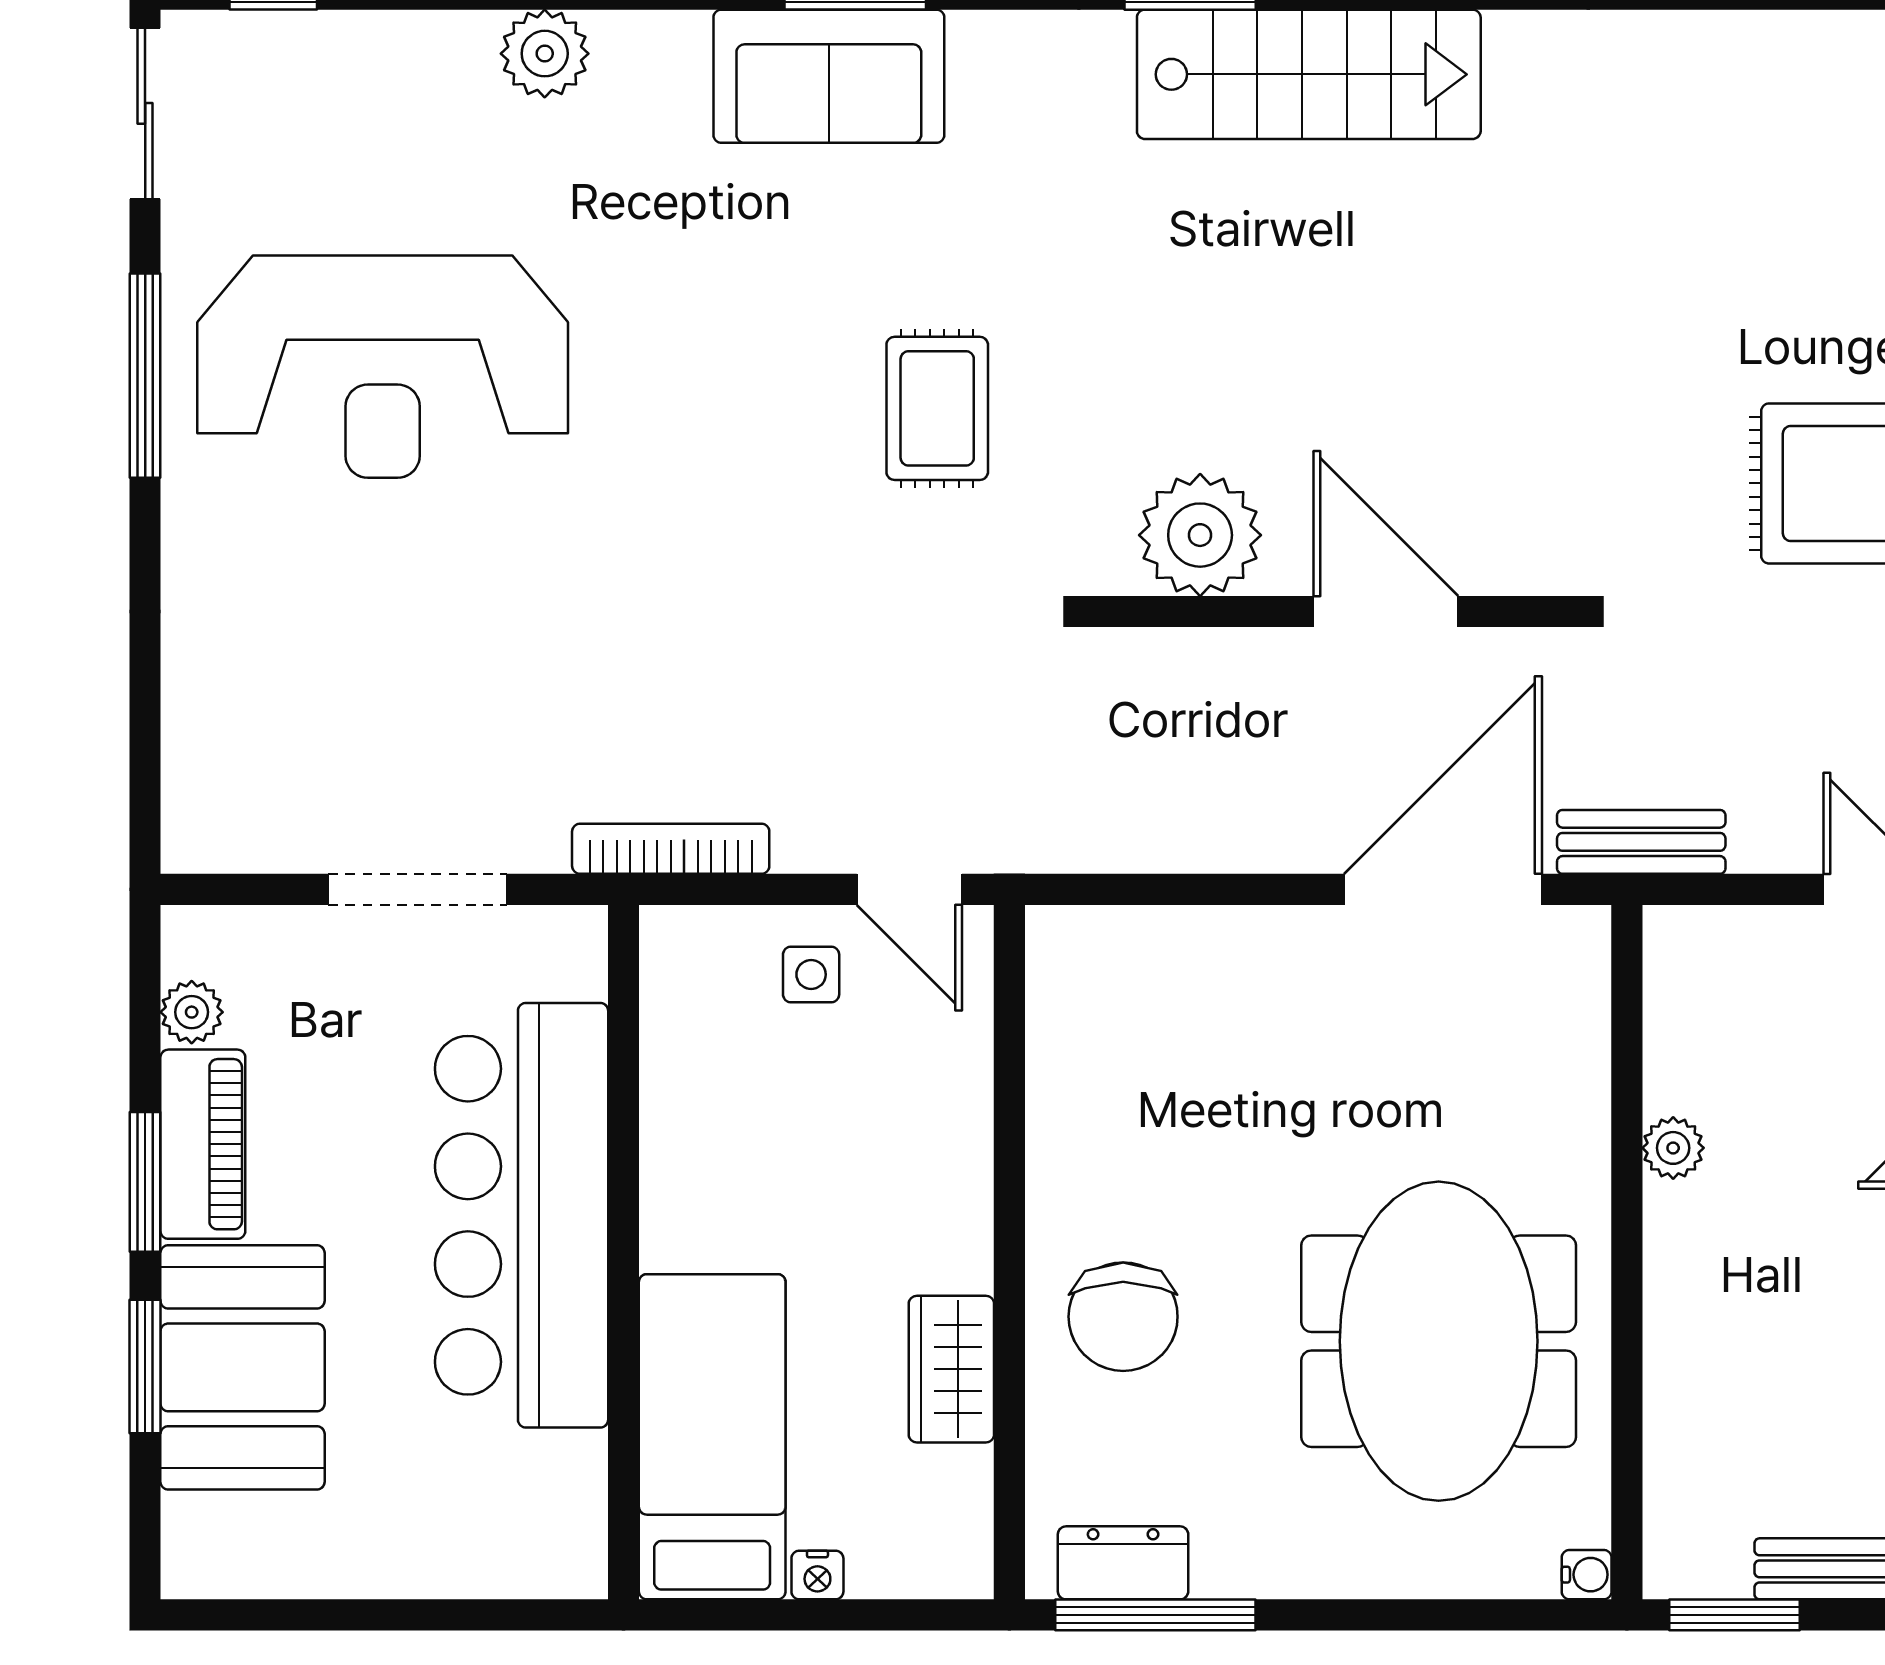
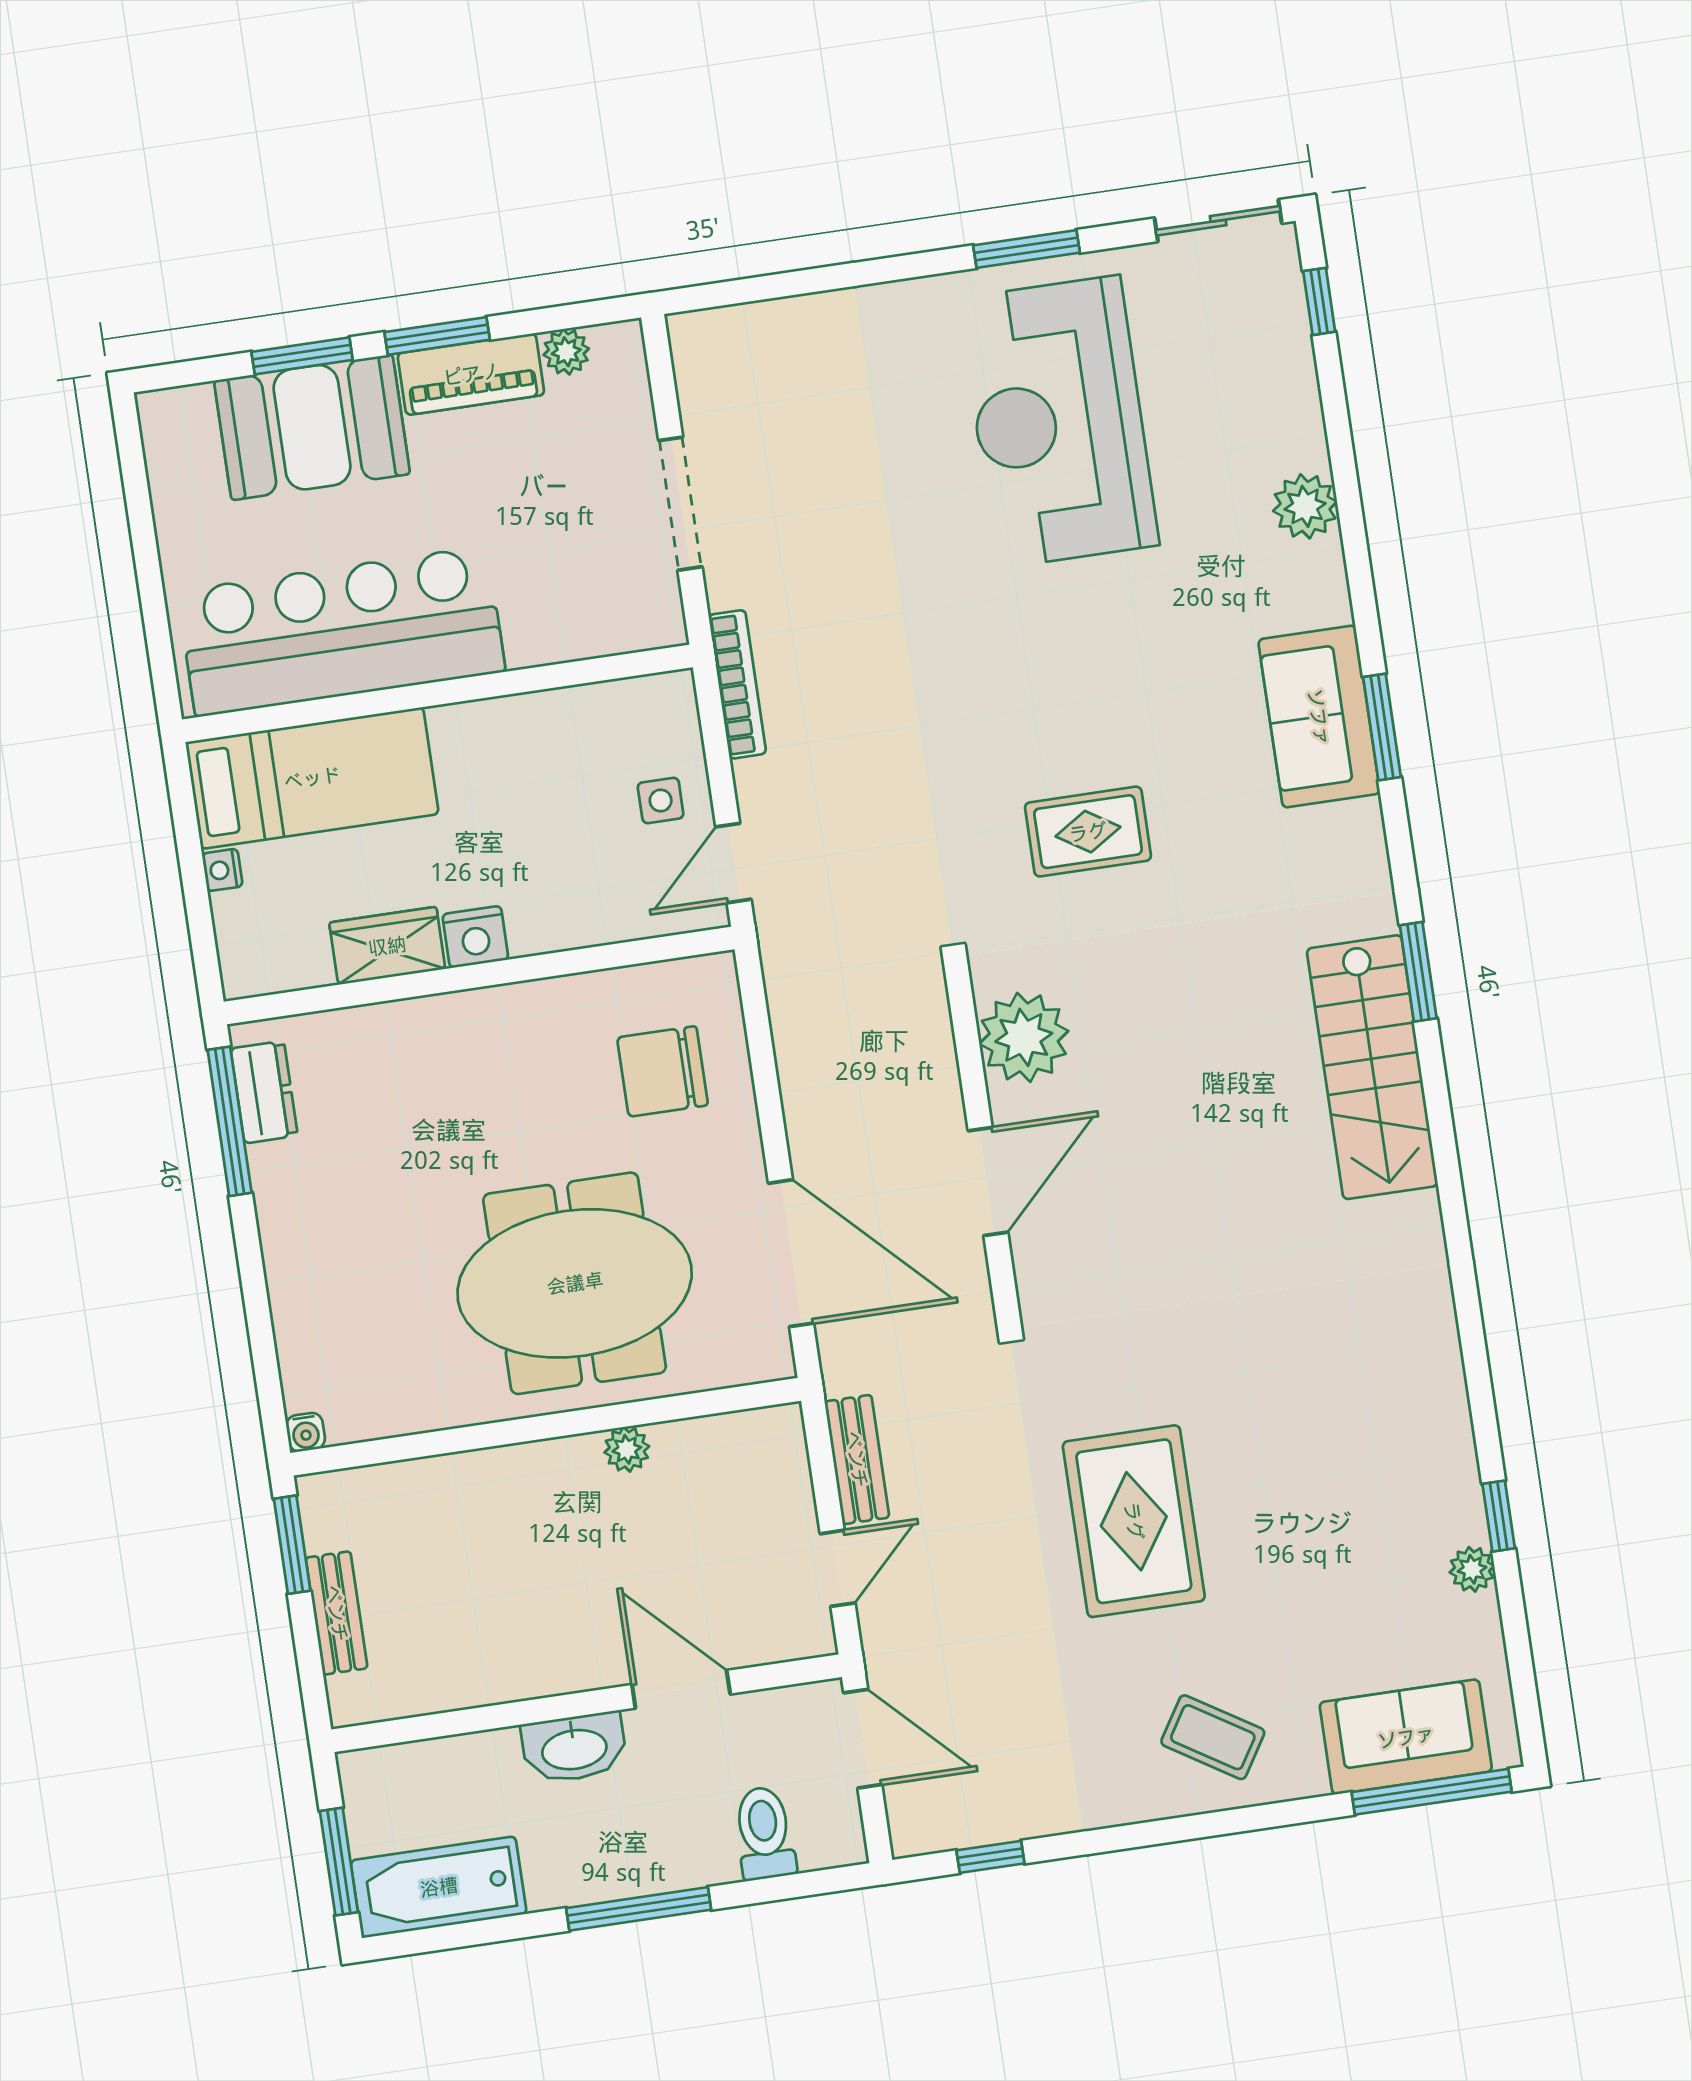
window: (145, 376) -> (1026, 249), width x0.69
bench: (1641, 842) -> (857, 1459), moved
bar counter: (522, 1215) -> (341, 631), moved
nightstand: (957, 1249) -> (475, 937), added
chair: (1123, 1317) -> (663, 1071), moved
meeting table: (1439, 1341) -> (575, 1283), moved

